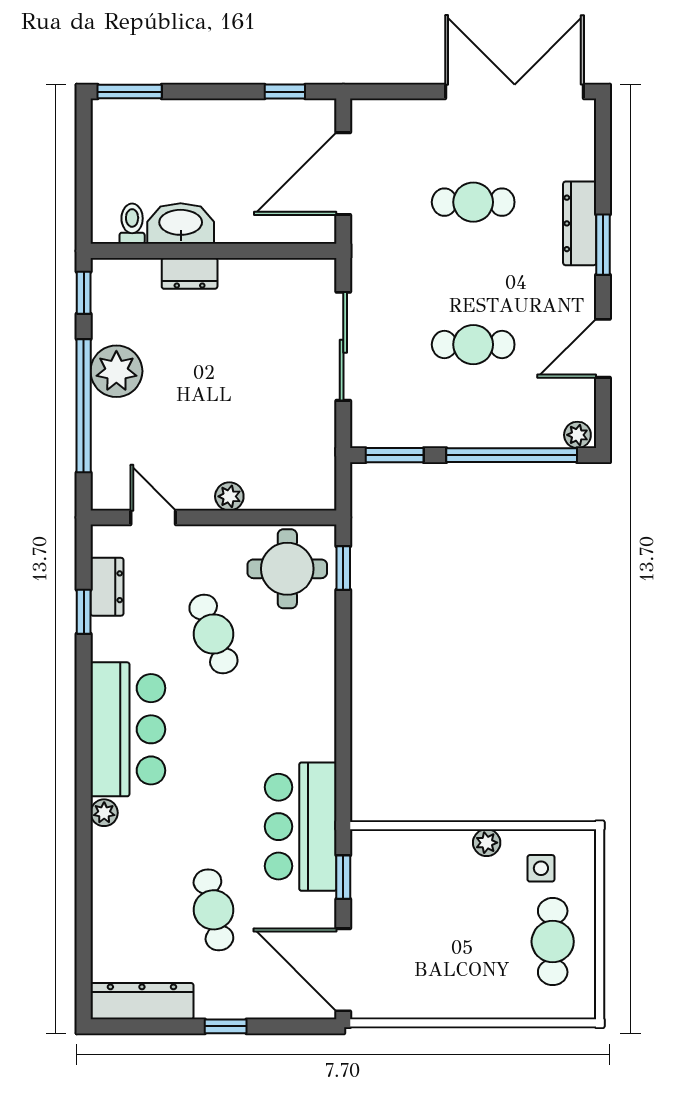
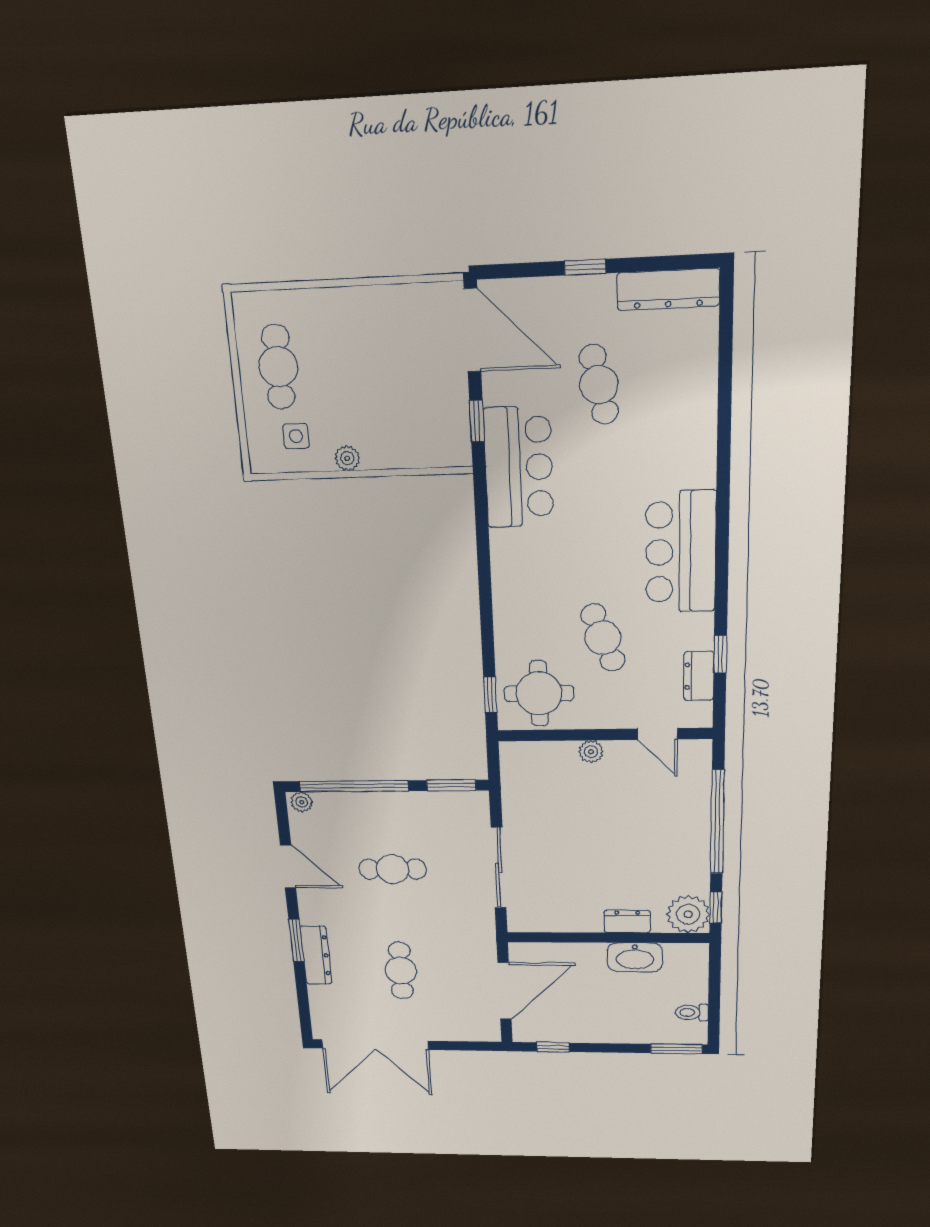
cafe table: (473, 202) -> (401, 971), turned 90
toilet: (132, 224) -> (692, 1013), moved, turned 90
door: (603, 348) -> (288, 867), hinge flipped
plant: (116, 371) -> (688, 914), moved
plant: (104, 813) -> (704, 474), removed

